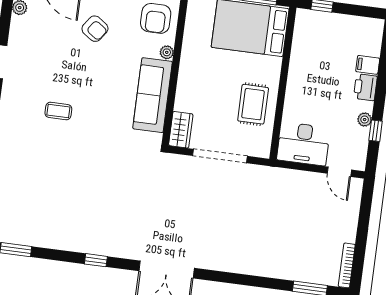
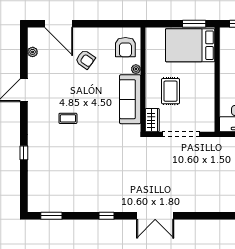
rug: (253, 104) -> (171, 91), moved

